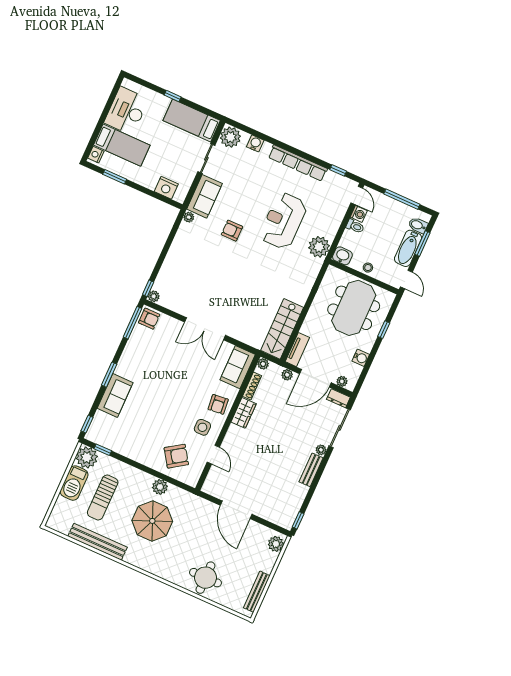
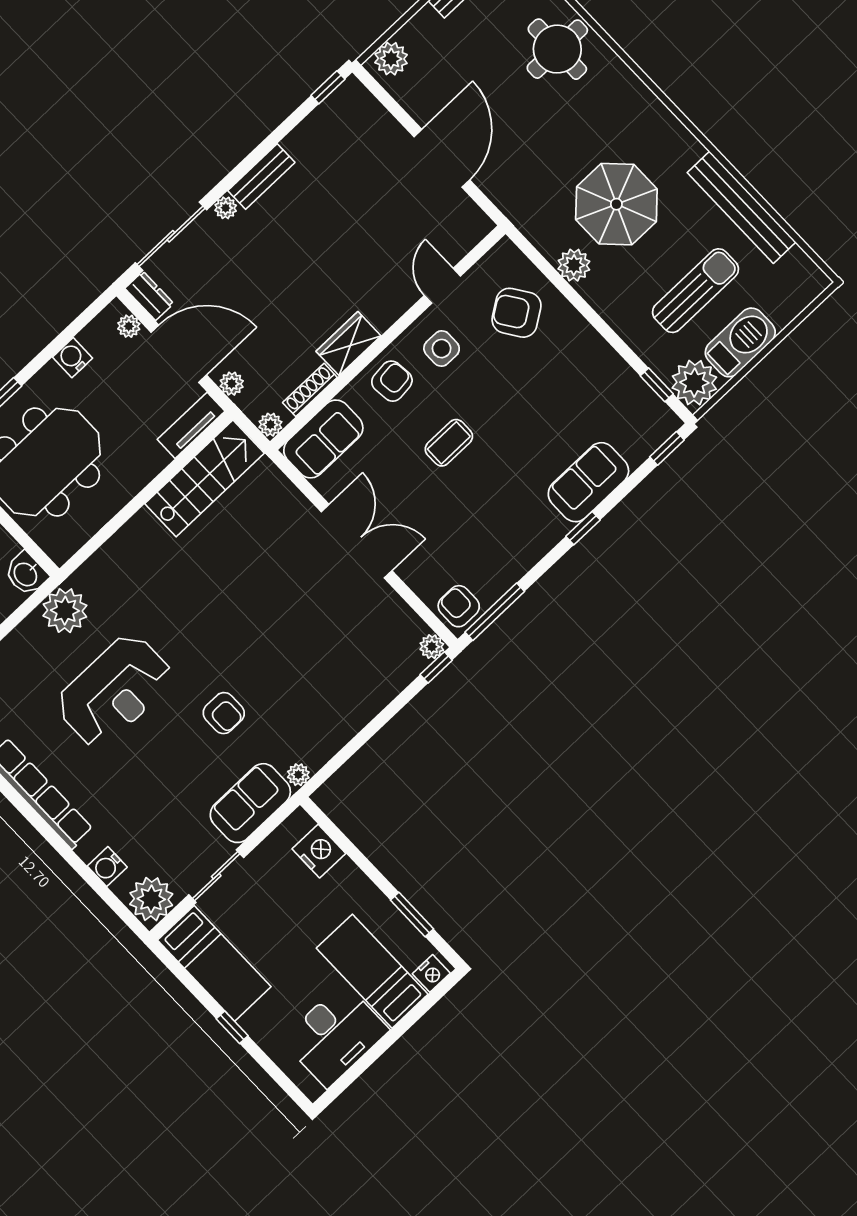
window: (109, 375) -> (583, 528), width x0.67
coffee table: (182, 388) -> (449, 443), added

